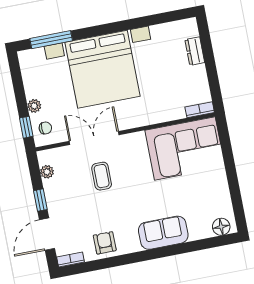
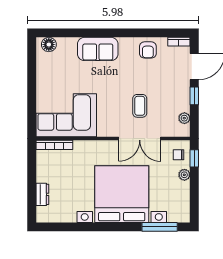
bookcase: (200, 110) -> (54, 145), width x1.56

